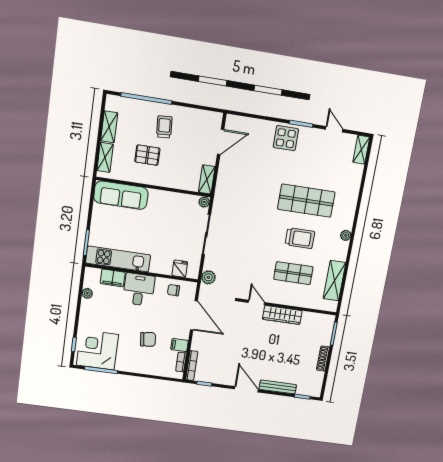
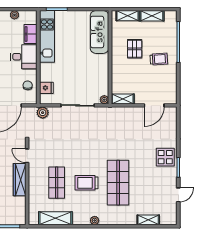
door: (221, 142) -> (154, 105), hinge flipped
shelving: (361, 150) -> (148, 220), moved
trolley: (300, 238) -> (87, 183), turned 90
door: (256, 302) -> (27, 156), swing flipped

